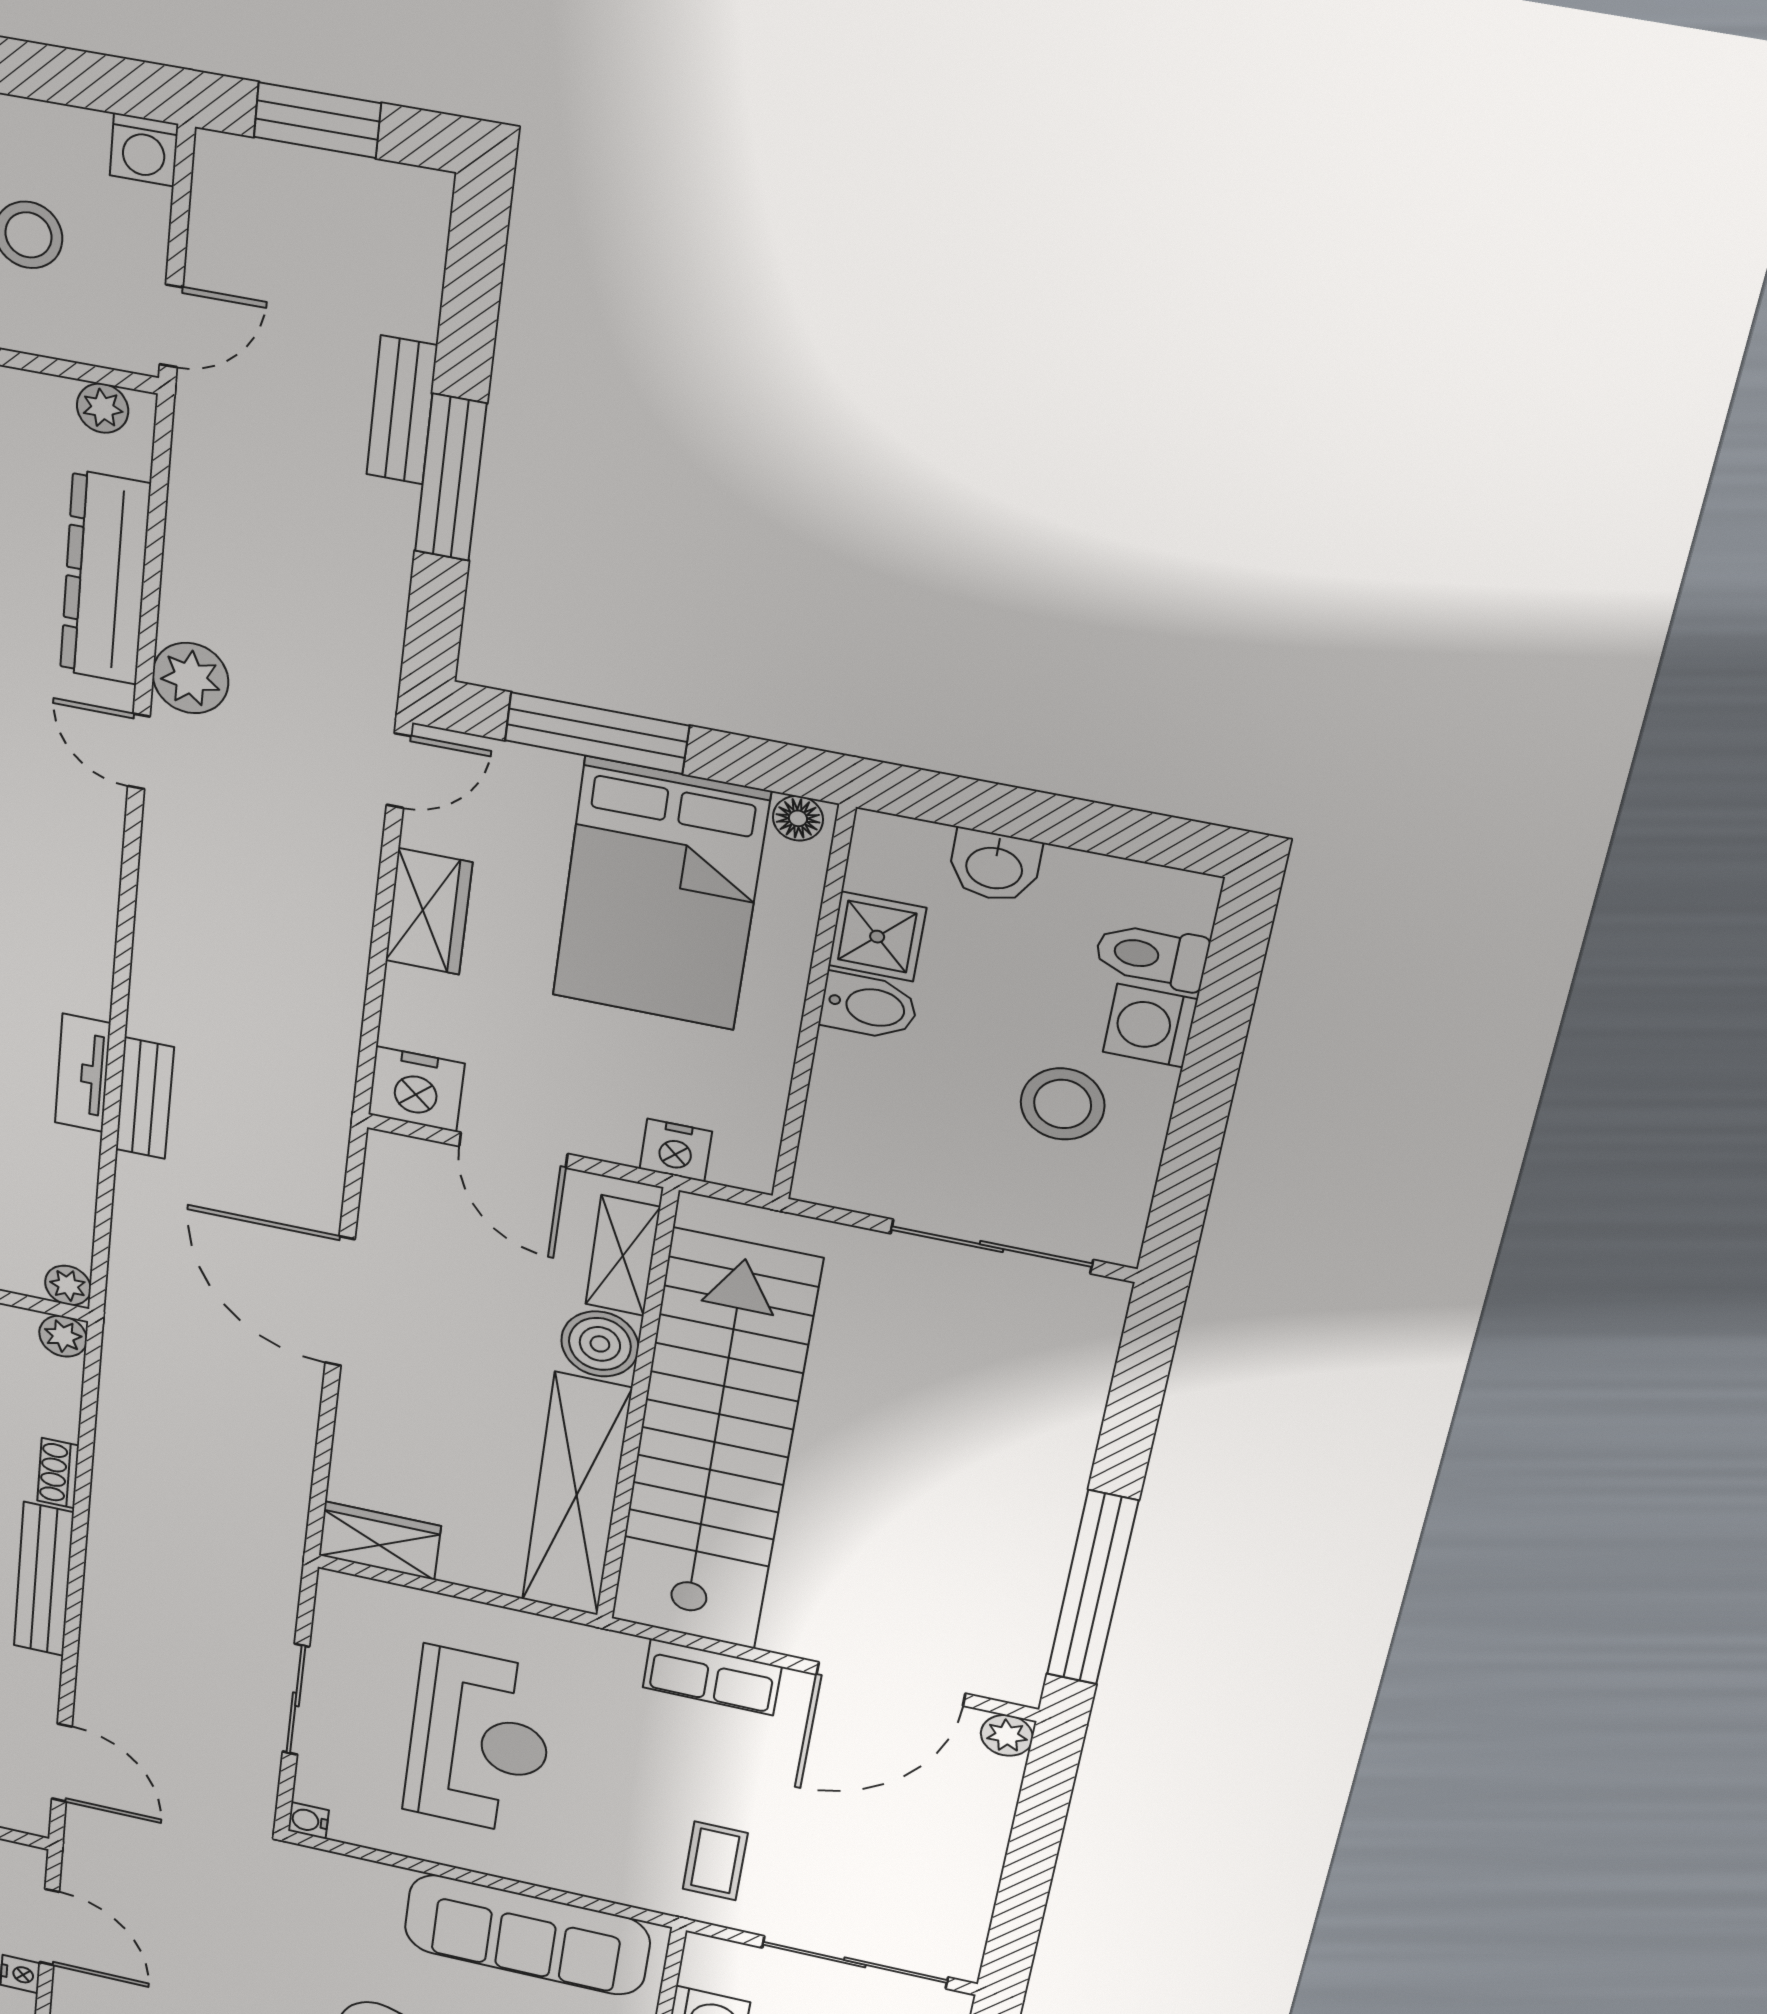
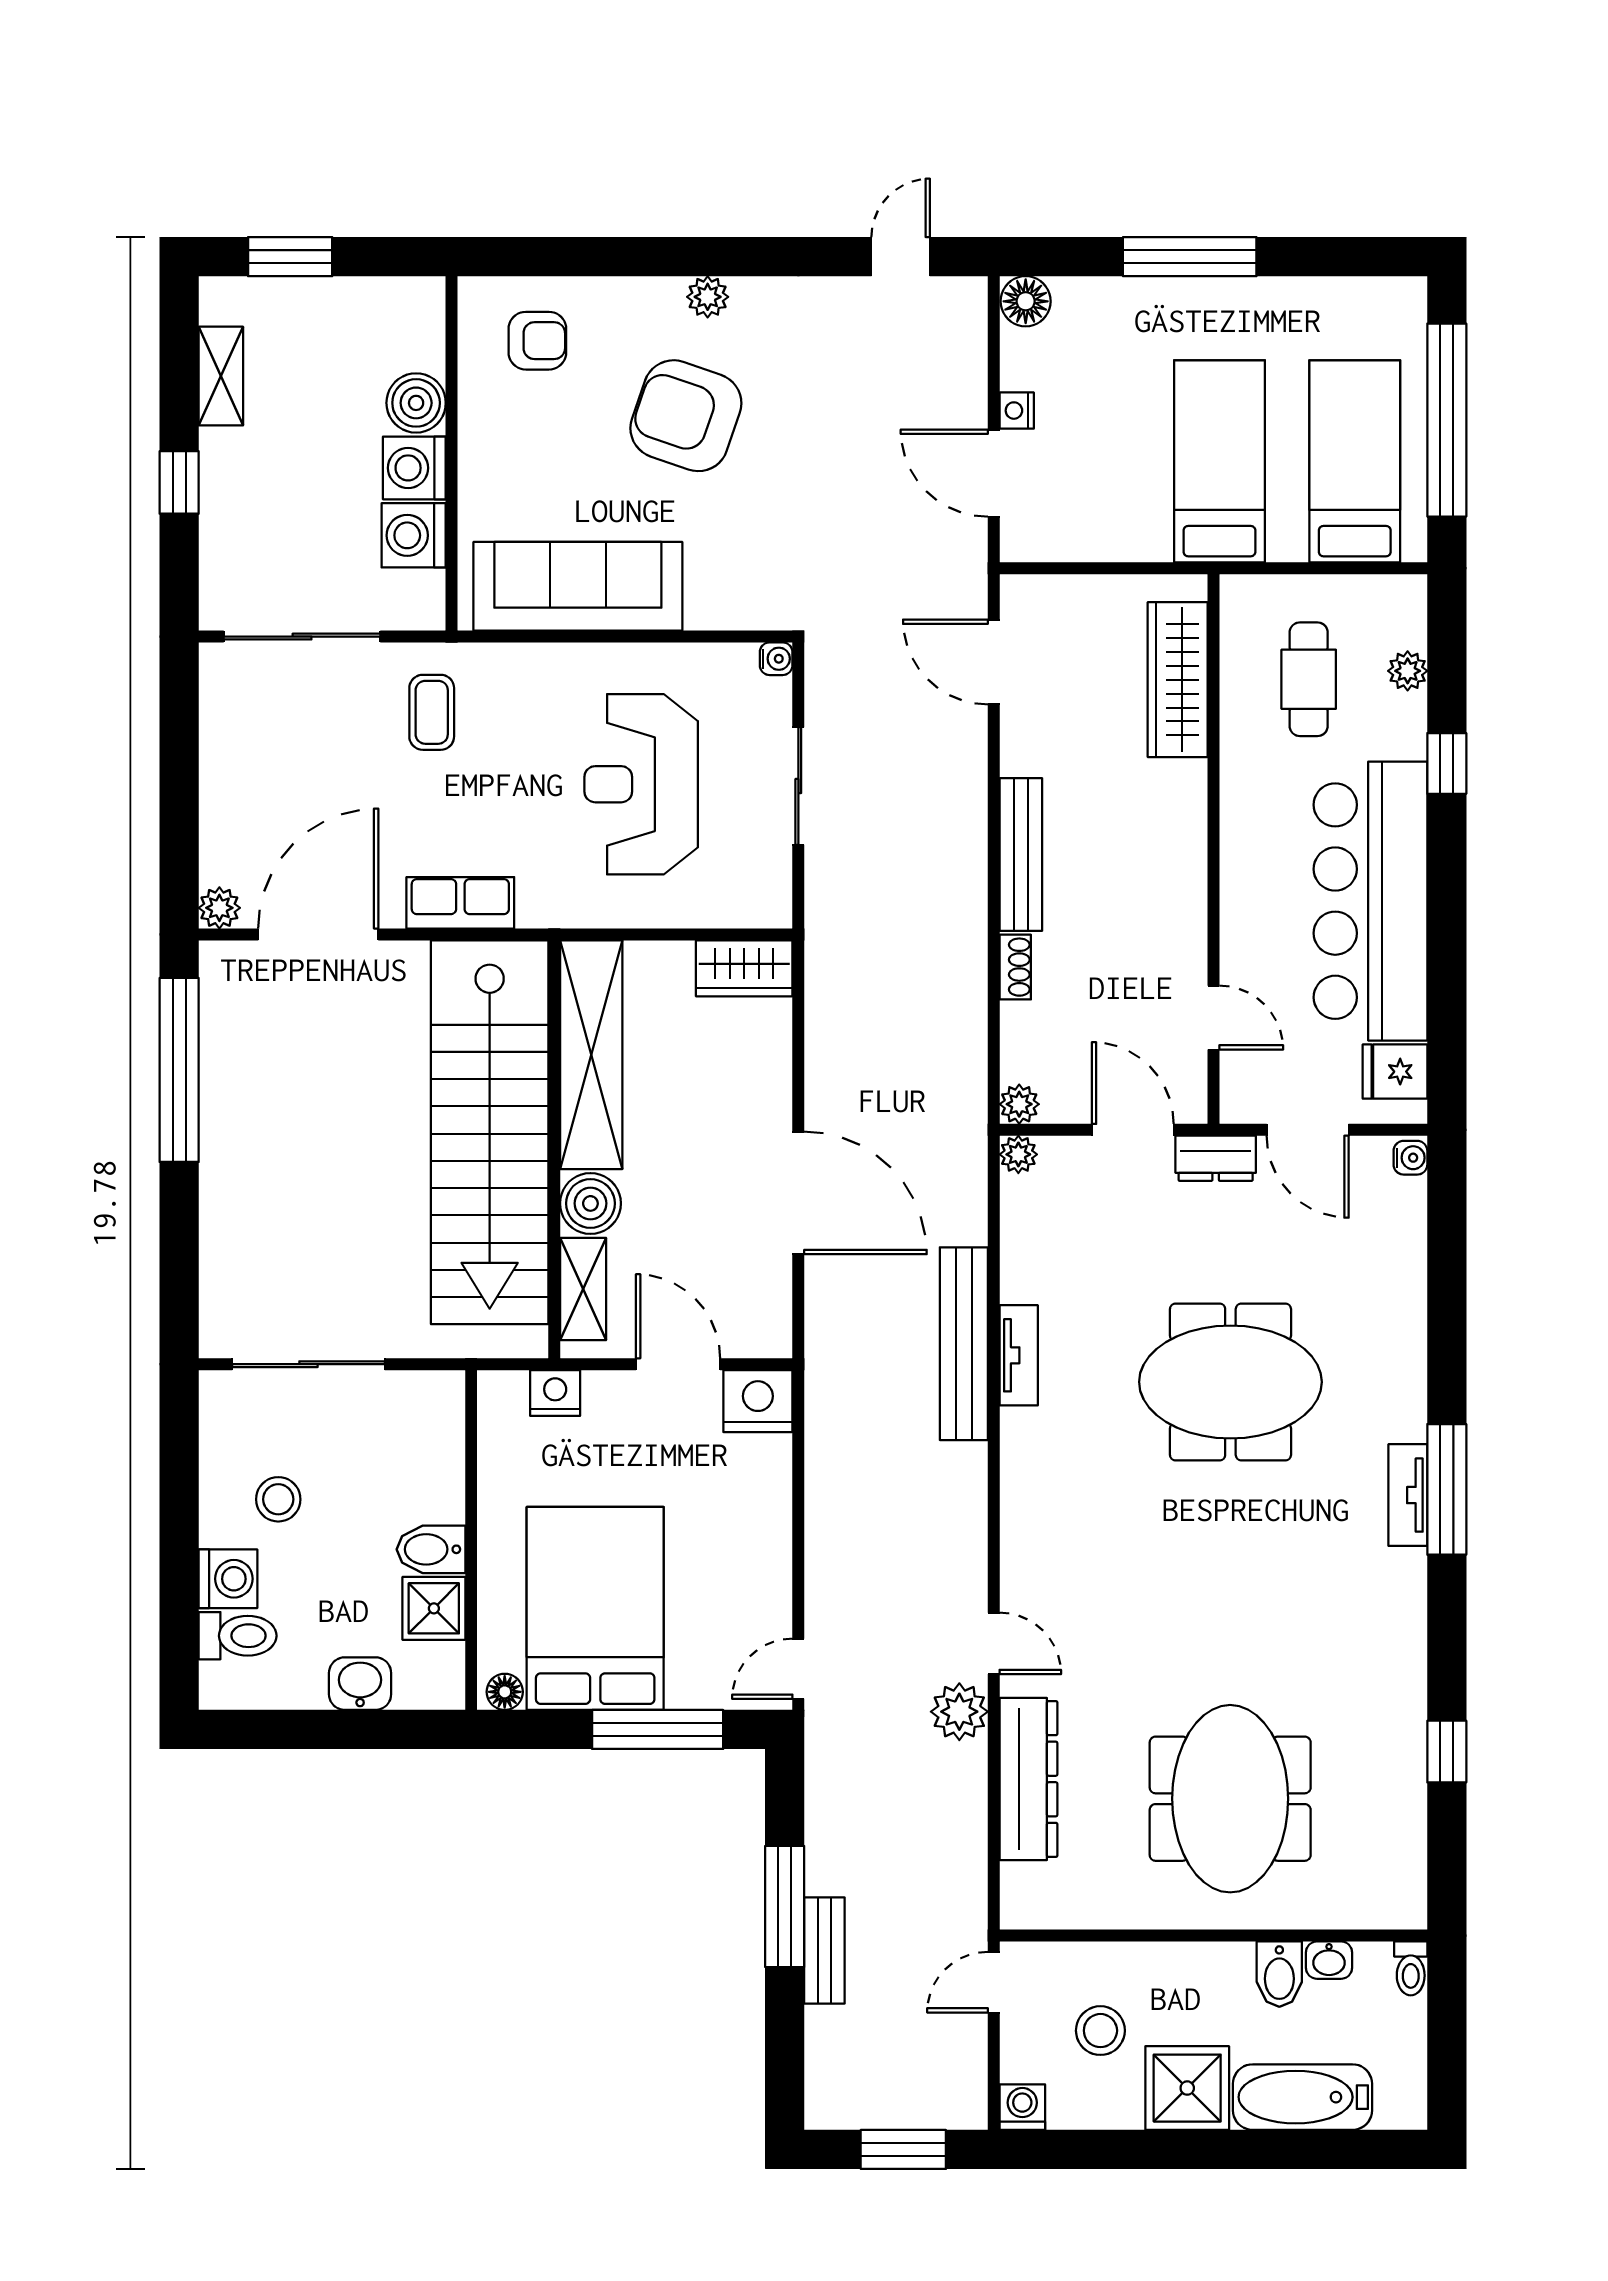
plant: (103, 408) -> (1039, 1911), removed
wardrobe: (429, 912) -> (764, 1557), removed
bench: (145, 1098) -> (964, 1344), width x1.86, depth x1.21
stool: (1063, 1104) -> (278, 1499), width x0.73, depth x0.73

